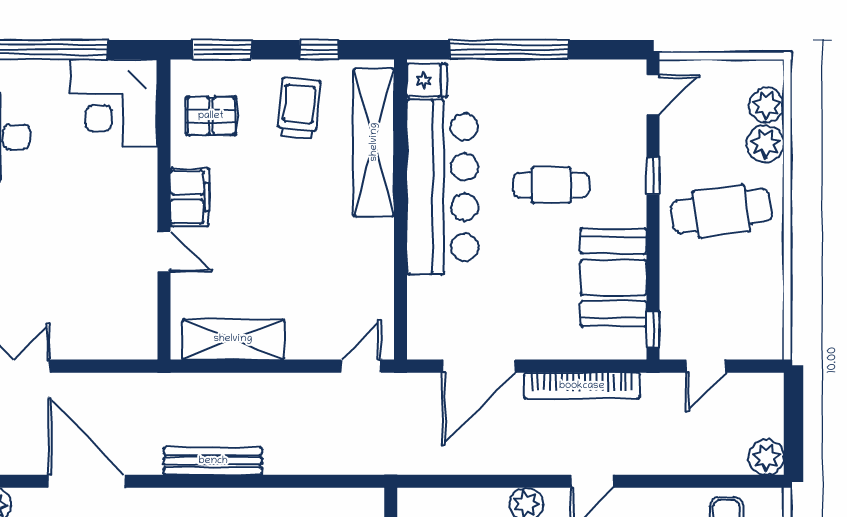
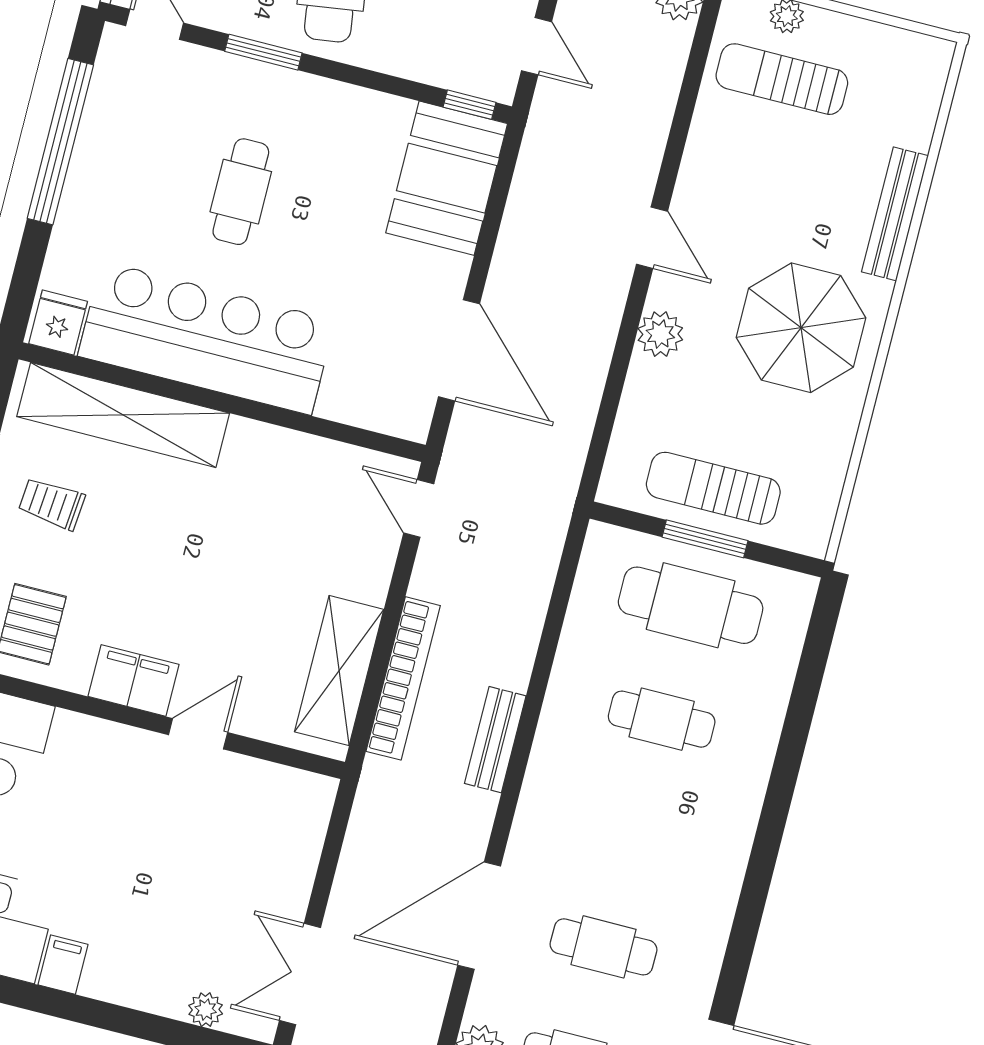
window: (509, 50) -> (60, 142), moved
trolley: (299, 108) -> (52, 504), width x0.73, depth x0.72
window: (653, 176) -> (263, 52), width x1.50
booth: (614, 277) -> (447, 178), moved, turned 90
bookcase: (582, 386) -> (403, 678), moved
bench: (213, 461) -> (495, 740), width x0.73

